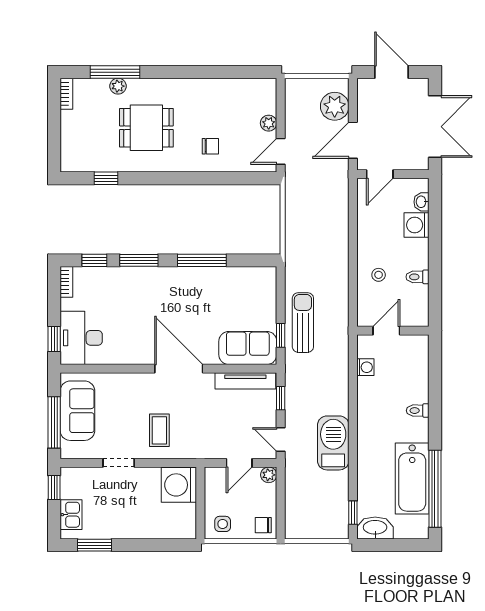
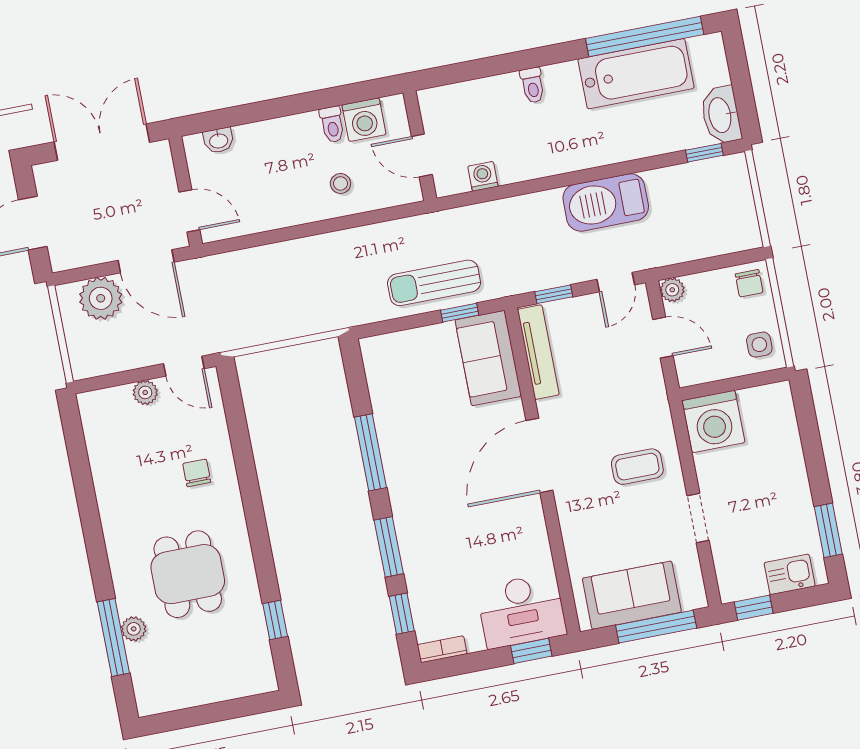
bookcase: (66, 94) -> (160, 704), removed
washing machine: (417, 225) -> (364, 120), moved

